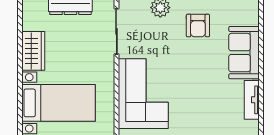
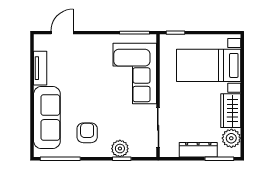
plant: (33, 19) -> (231, 138), added
sofa: (244, 53) -> (47, 117), width x1.36

